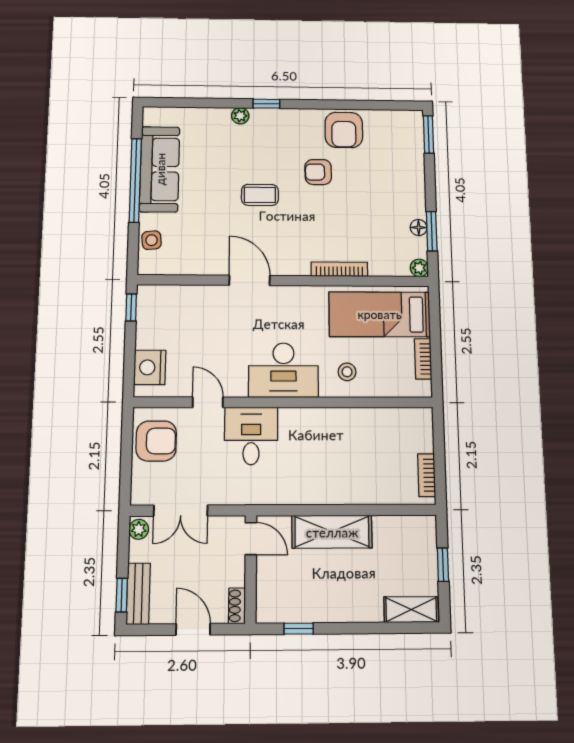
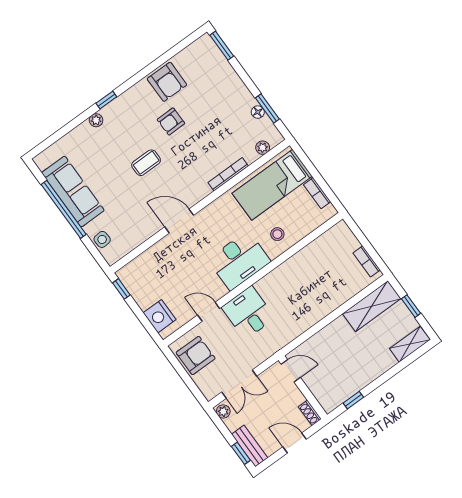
plant: (419, 268) -> (263, 148), moved
shelving: (332, 532) -> (372, 306), moved

